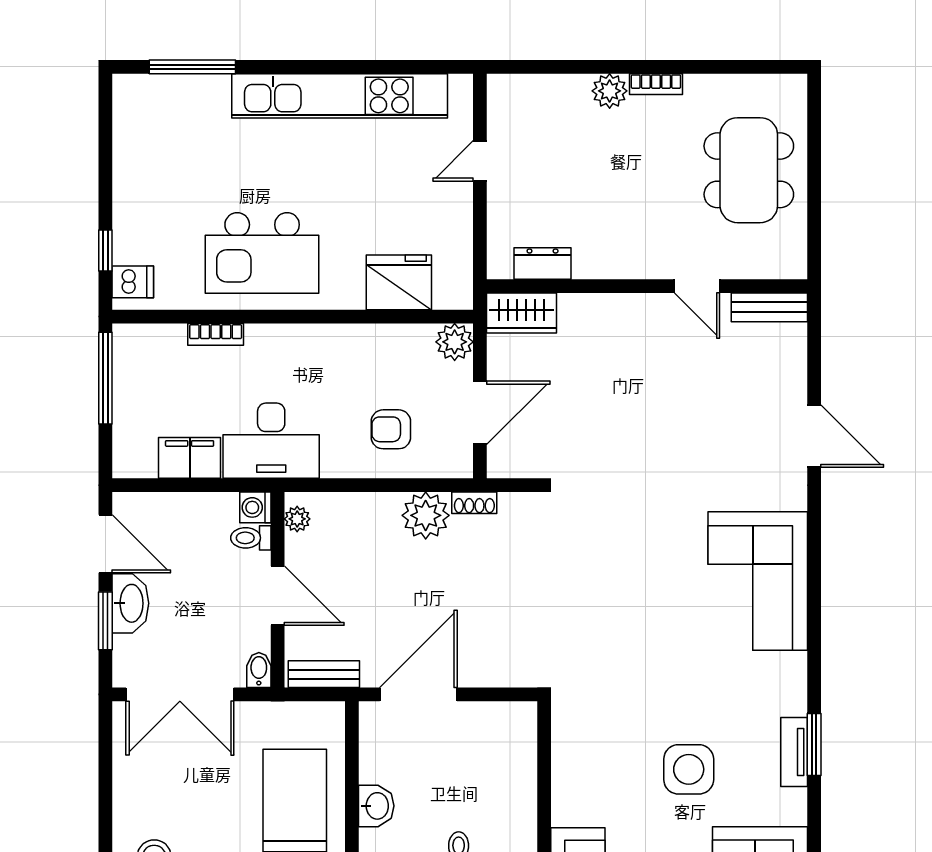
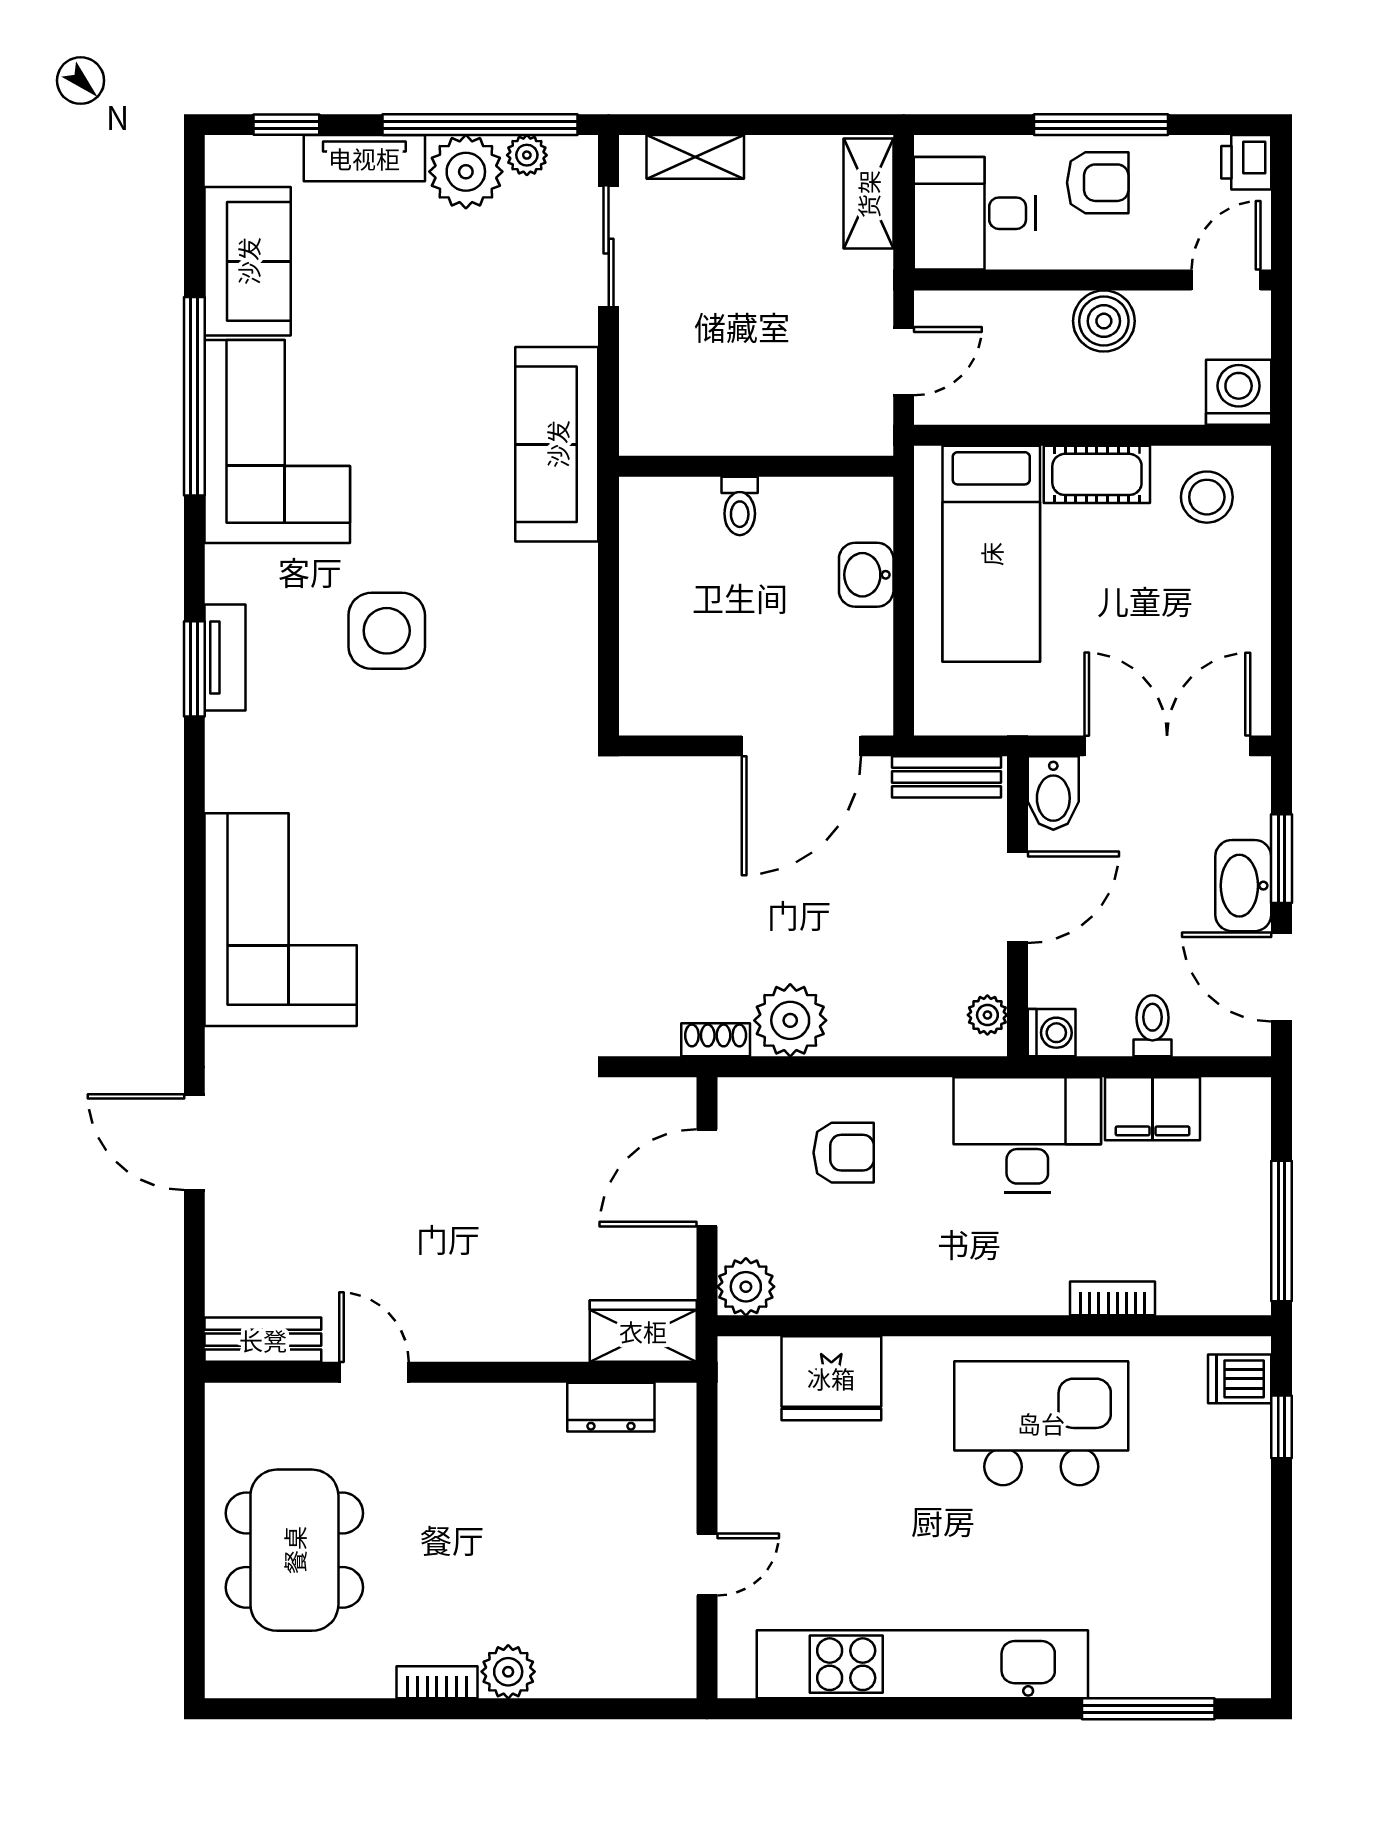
toilet: (251, 538) -> (1152, 1026), moved, turned -90
door: (278, 596) -> (1018, 897), swing flipped
bidet: (259, 670) -> (1053, 793), width x1.38, depth x1.36

